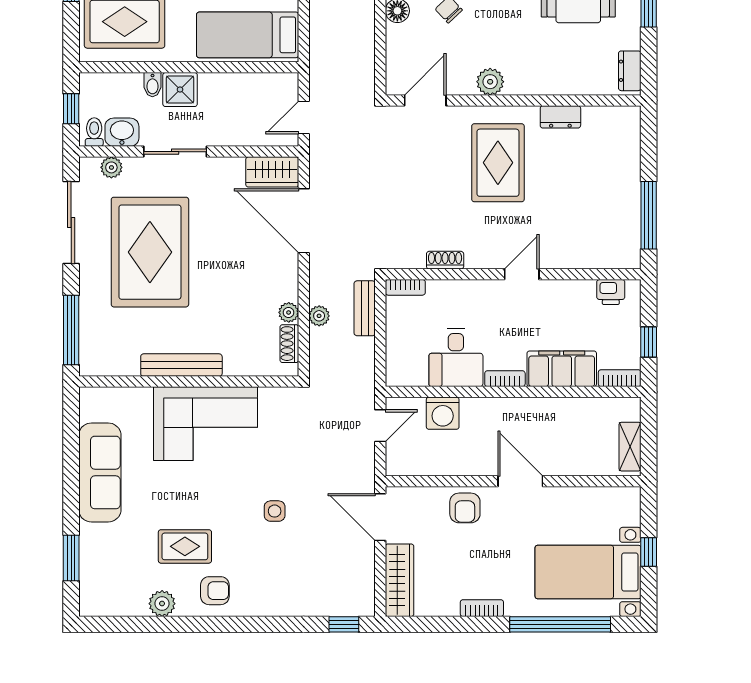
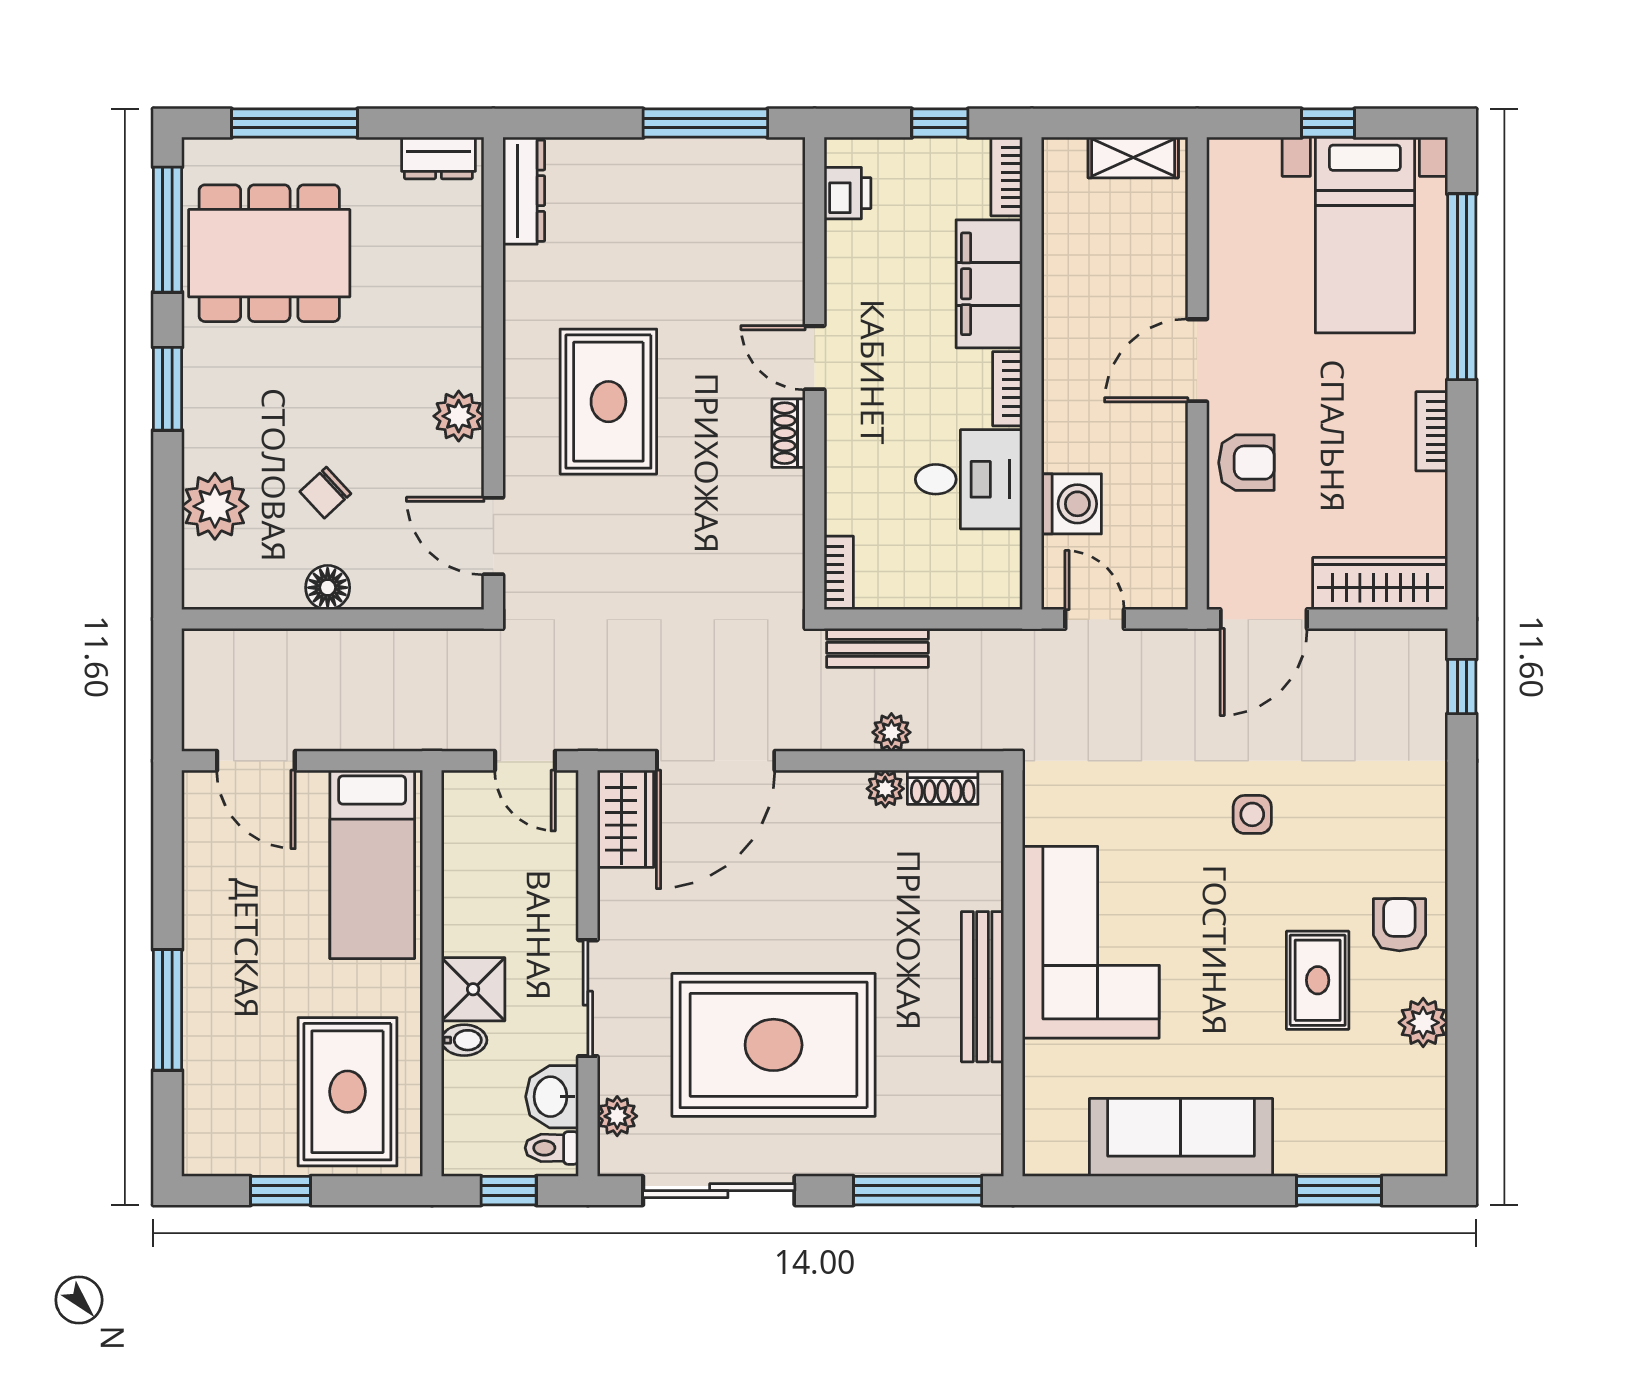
dresser: (560, 117) -> (524, 191), moved, width x1.44
rug: (498, 163) -> (608, 402), turned 90
shoe rack: (445, 260) -> (789, 433), moved

